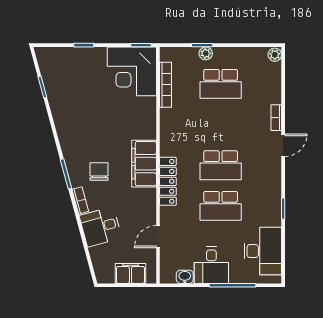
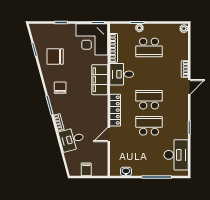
chair: (75, 98) -> (55, 57), added
filing cabinet: (144, 164) -> (100, 80), moved
school desk: (221, 165) -> (149, 100), turned 180
chair: (99, 172) -> (60, 88), moved
school desk: (221, 206) -> (149, 126), turned 180
door: (158, 237) -> (109, 134), moved
desk: (211, 265) -> (122, 74), moved, turned 90
filing cabinet: (130, 274) -> (86, 169), width x0.50

